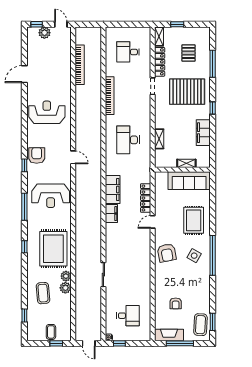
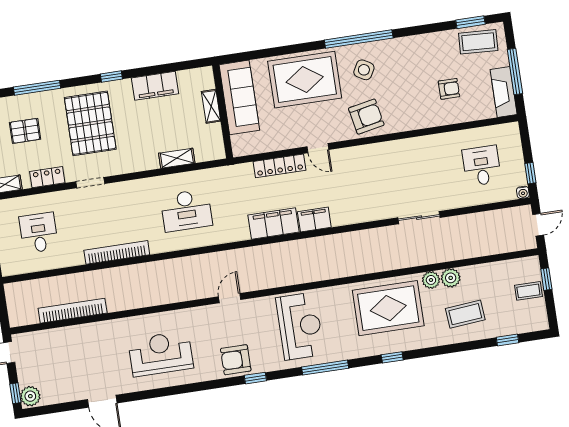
plant: (44, 33) -> (30, 396), moved
desk: (128, 52) -> (39, 233), turned 180
locker: (160, 62) -> (47, 177), width x0.66
reception desk: (47, 112) -> (161, 354), turned 90
rug: (194, 220) -> (305, 80), width x1.37, depth x1.44

